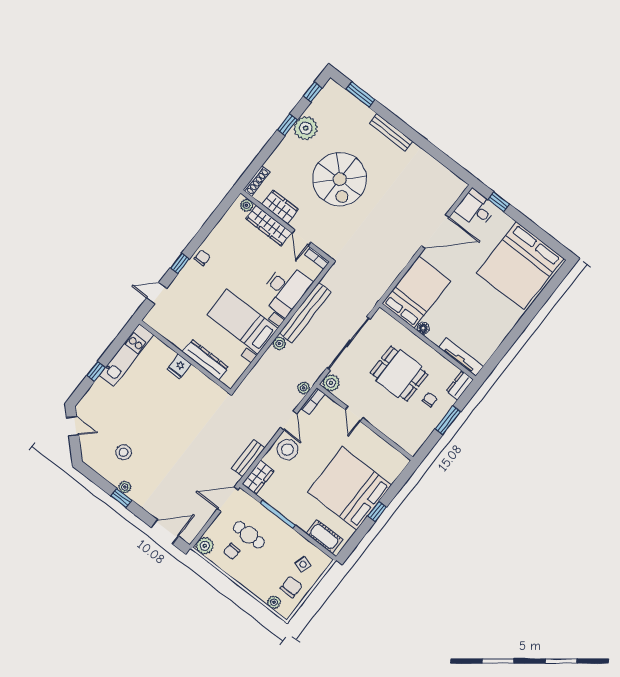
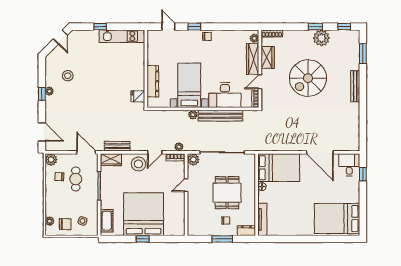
bed: (520, 266) -> (337, 218), width x0.73
fridge: (179, 367) -> (138, 96), moved

